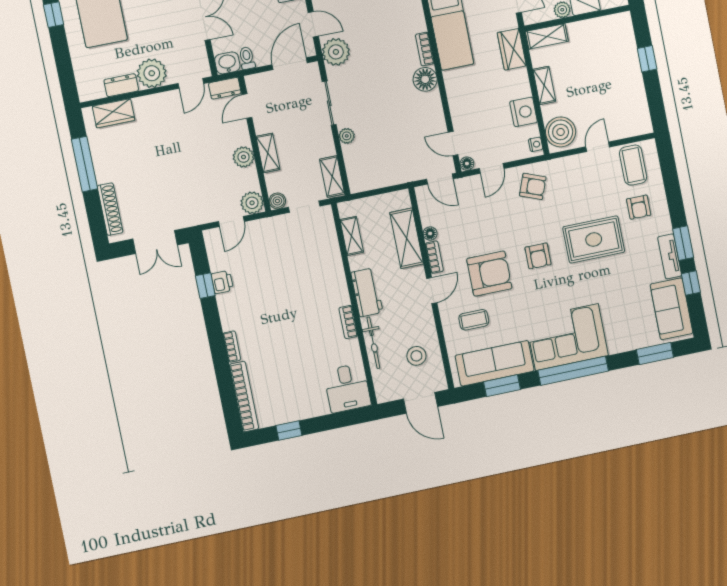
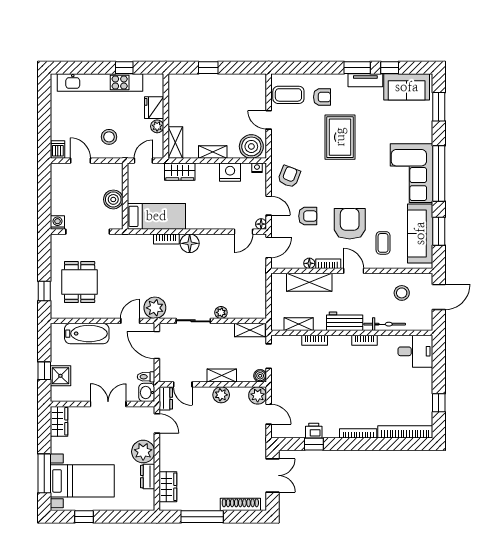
armchair: (538, 256) -> (308, 216), moved
bookcase: (336, 260) -> (315, 340), added
bookcase: (232, 347) -> (358, 433), width x1.56

